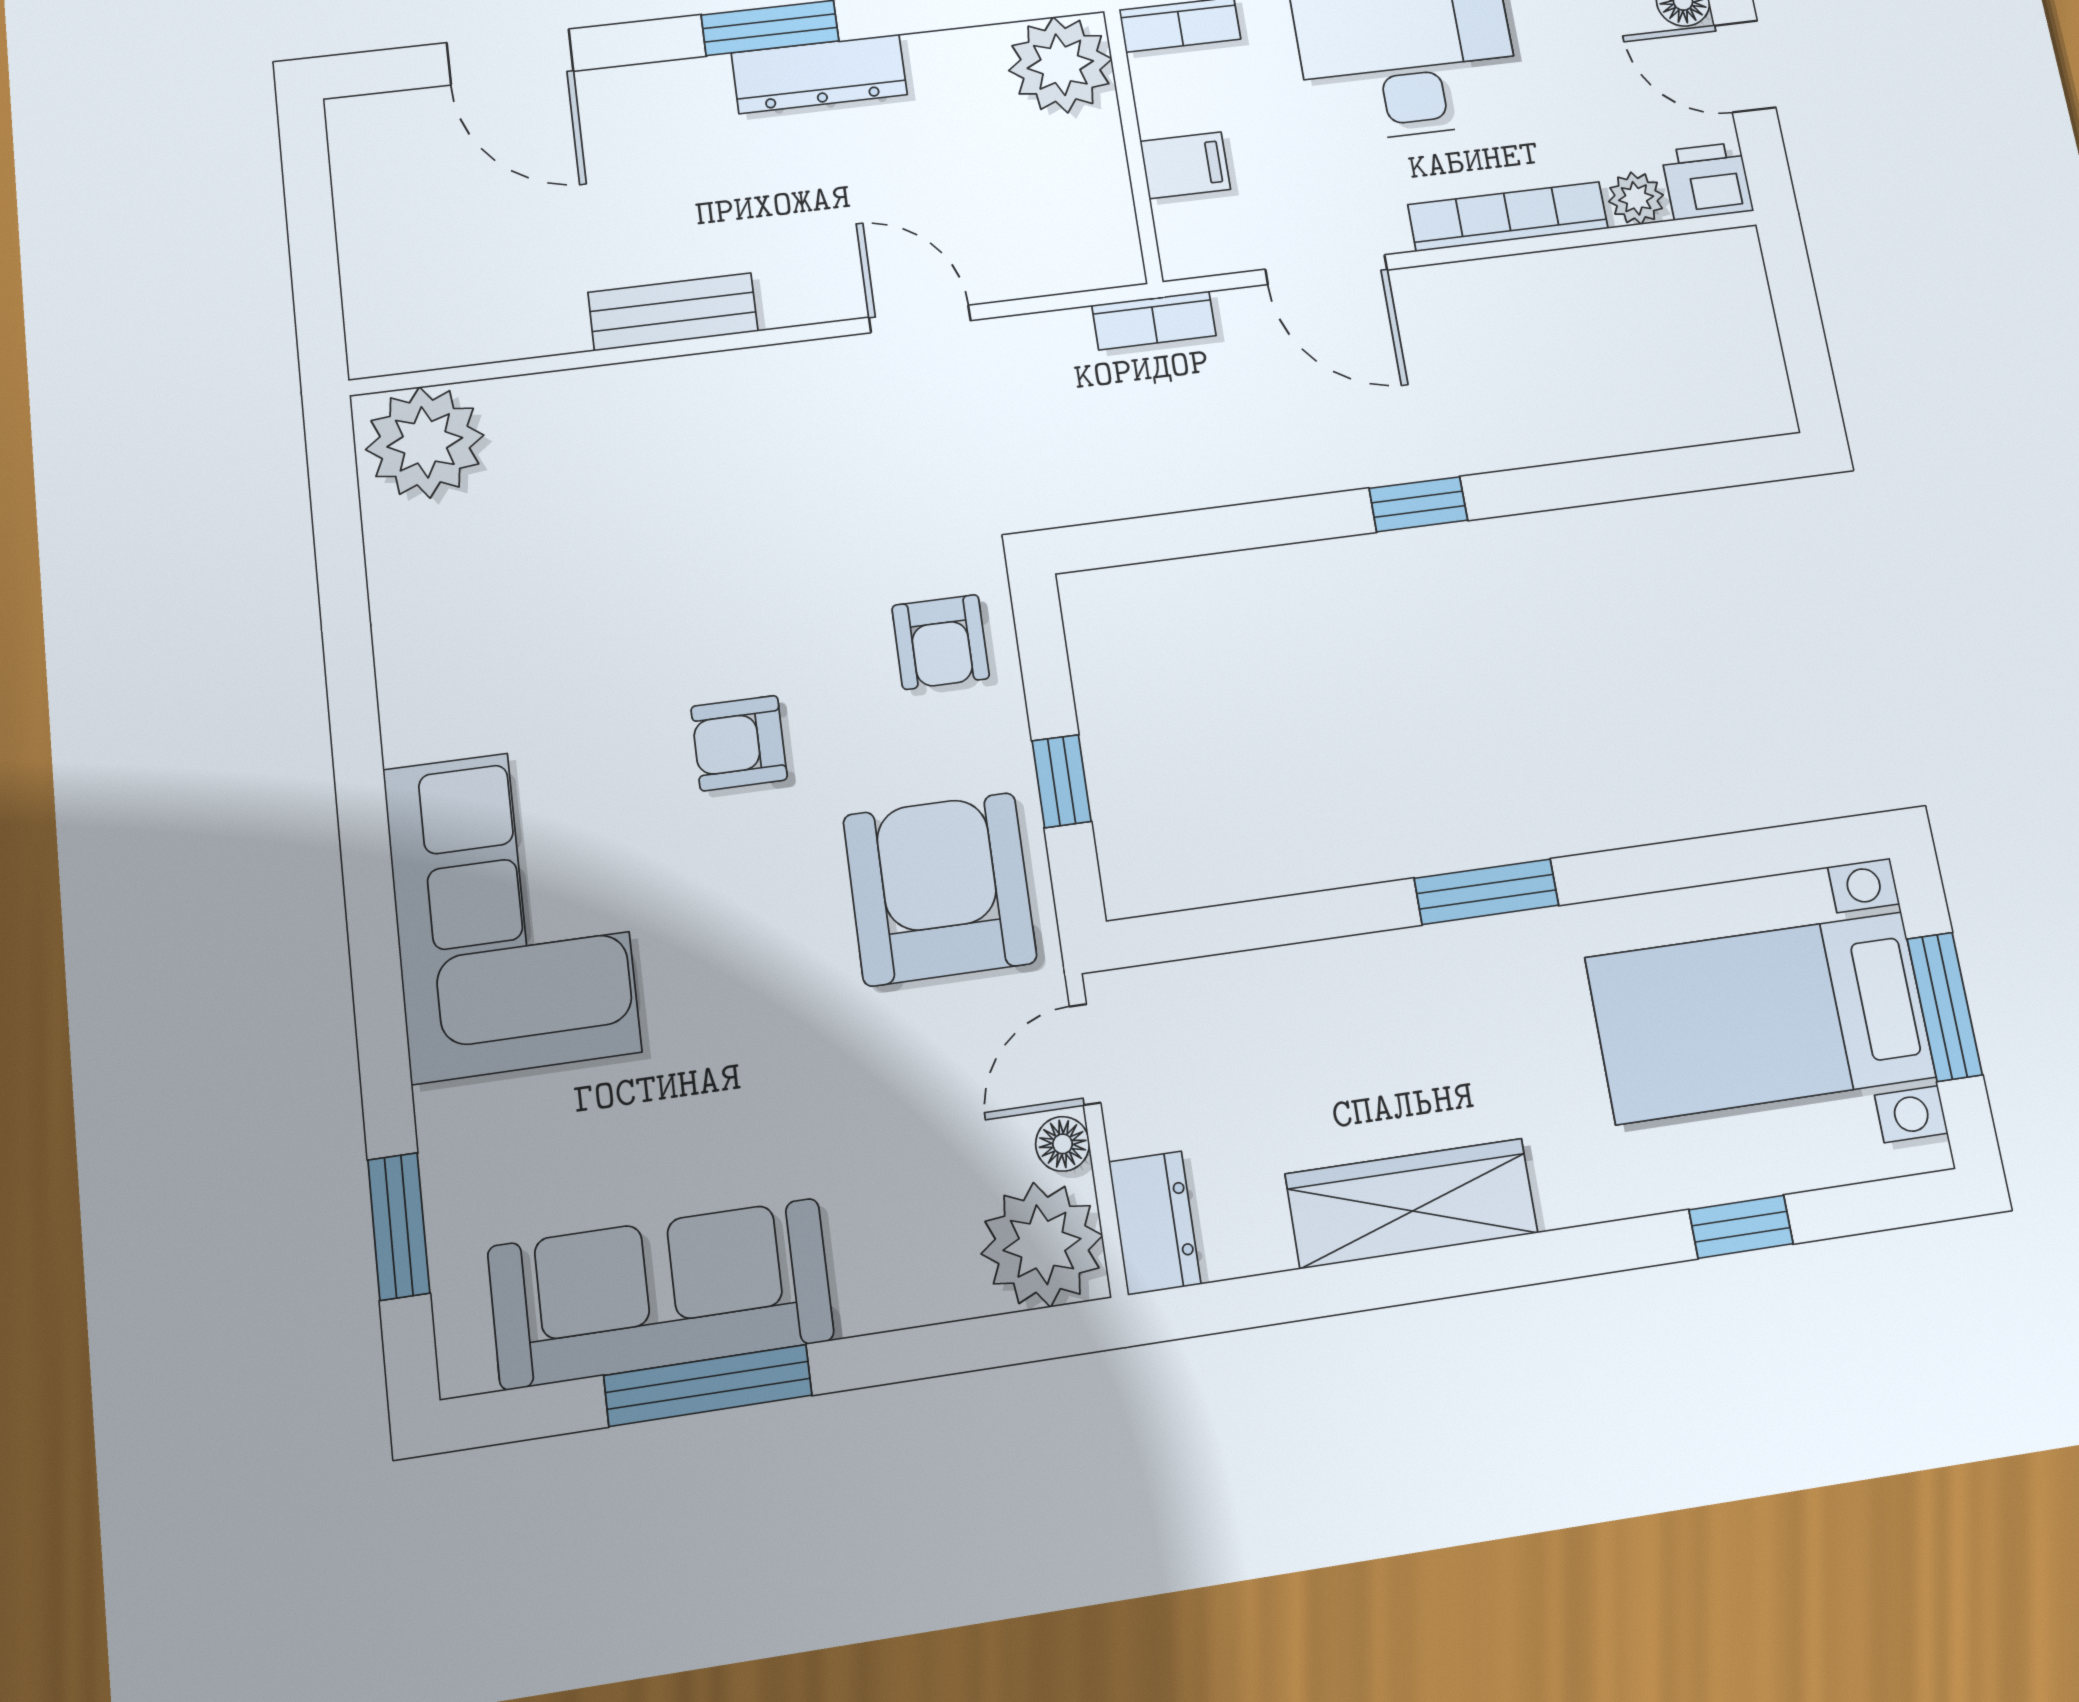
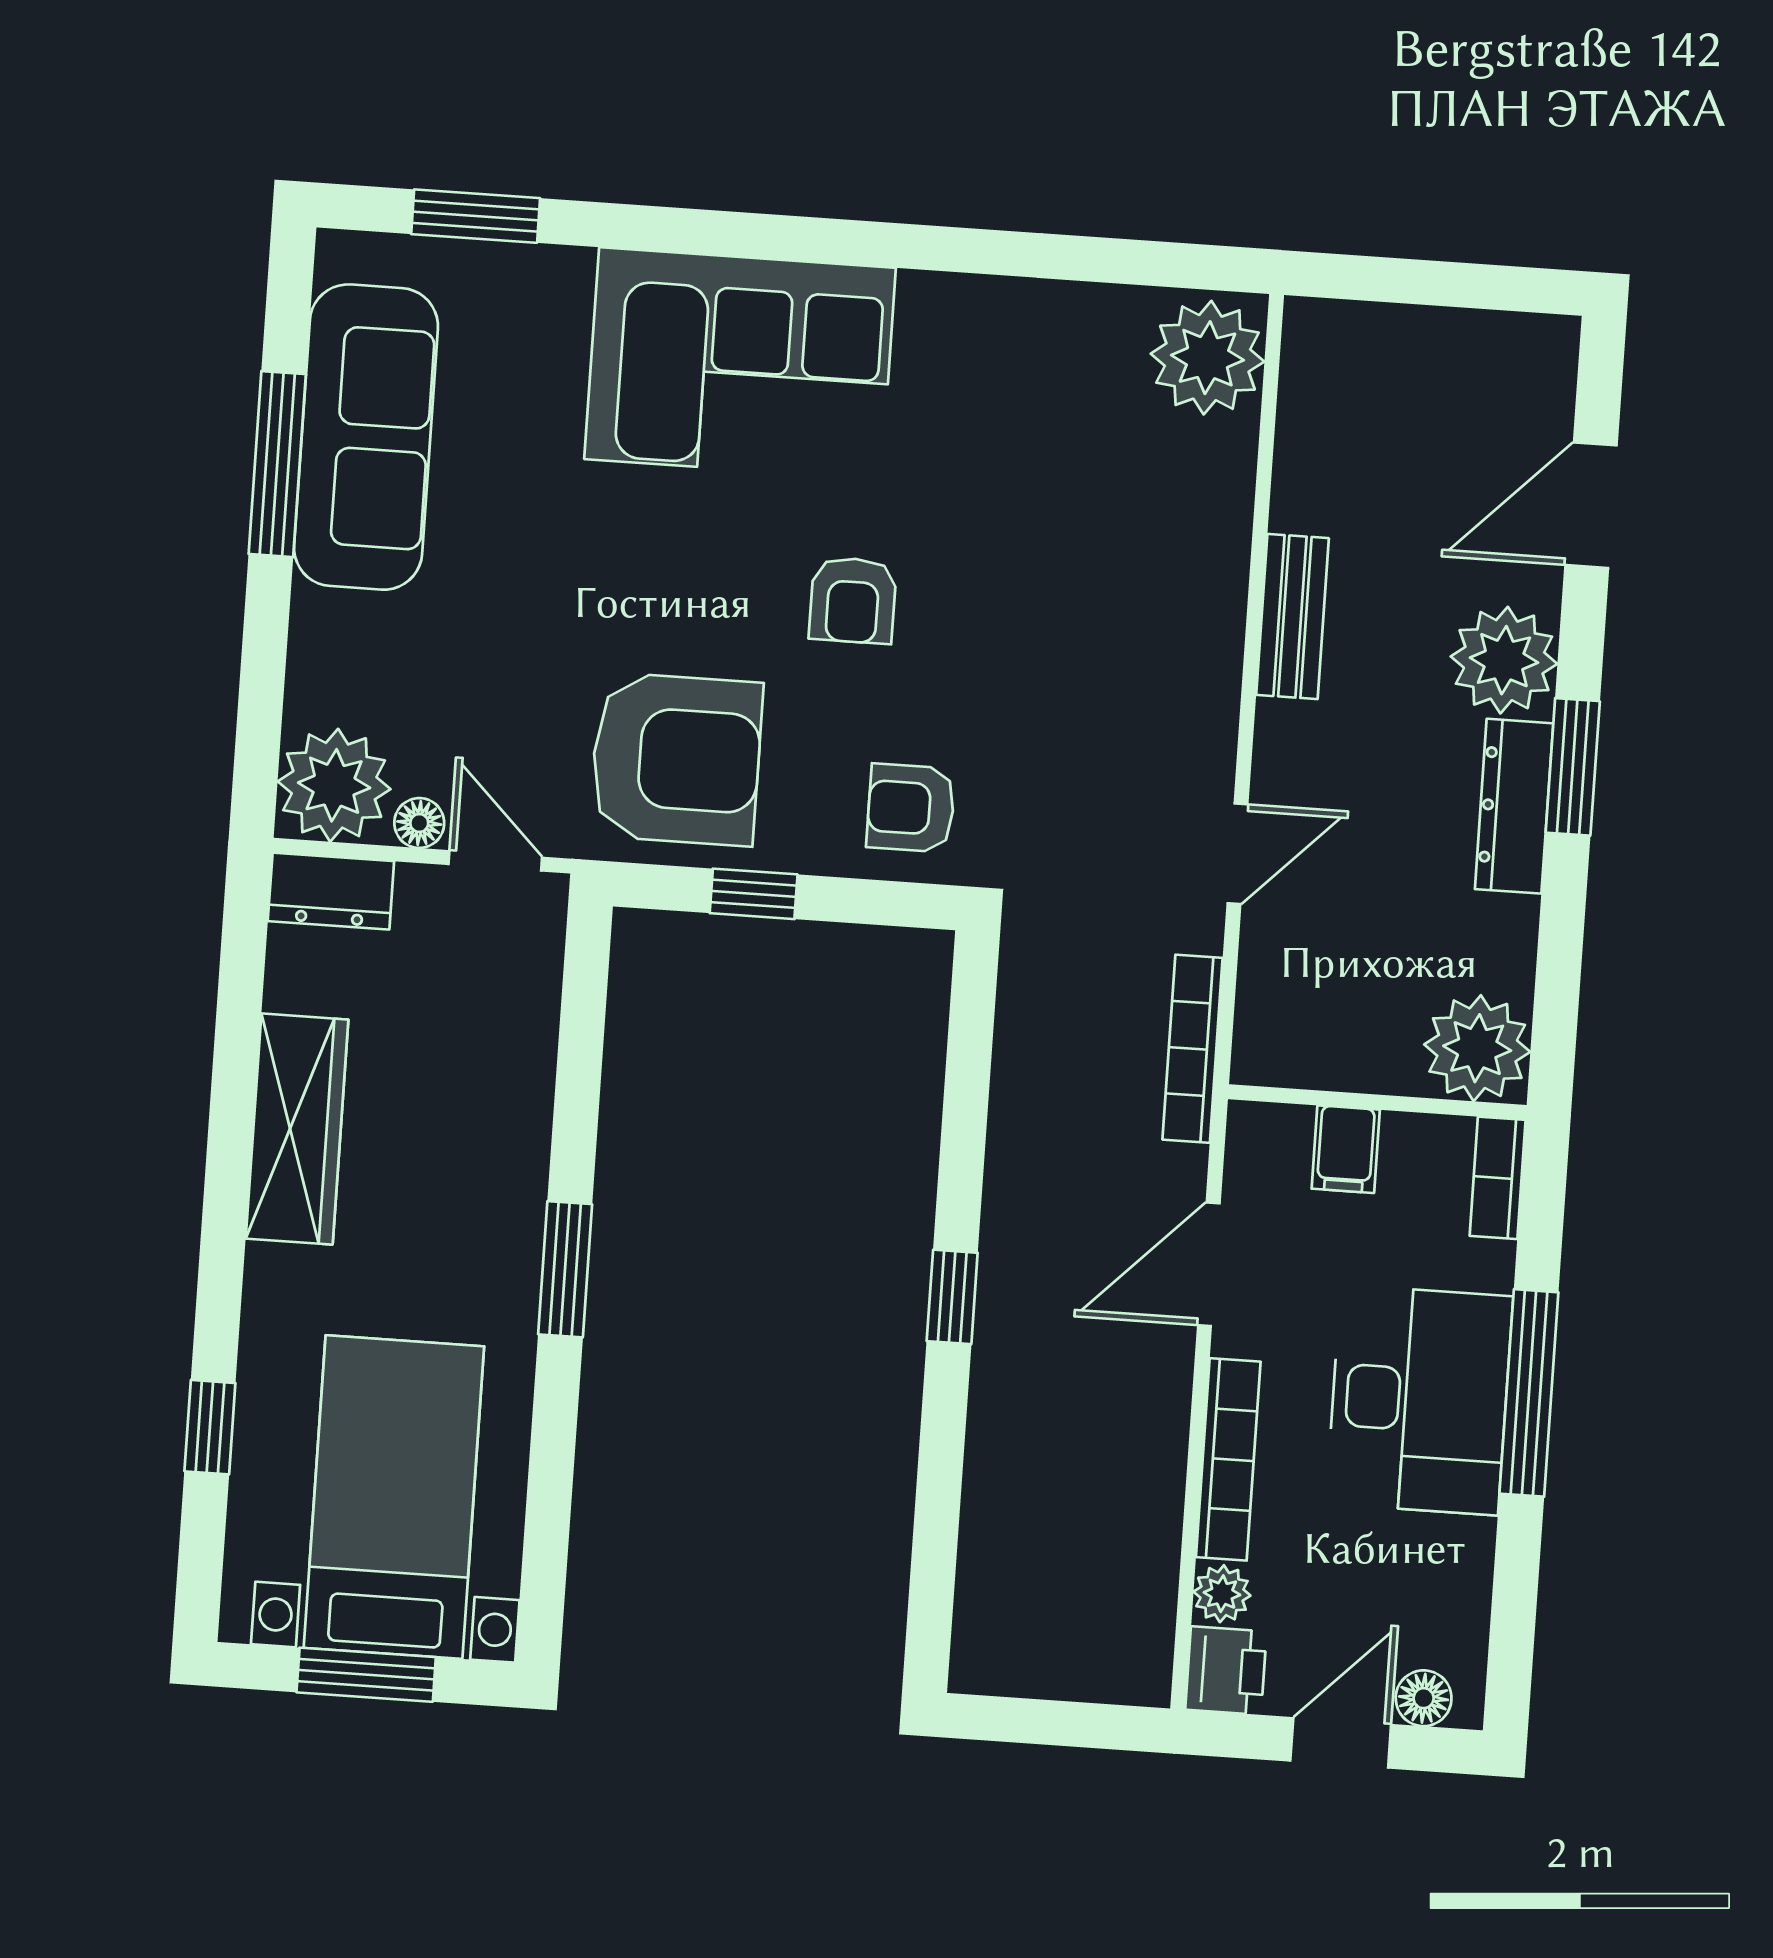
plant: (678, 108) -> (1504, 660), added
bookcase: (1154, 320) -> (1193, 1049), width x1.56
armchair: (739, 743) -> (853, 600), turned 180

